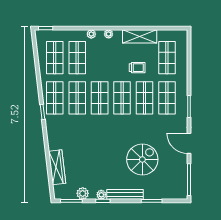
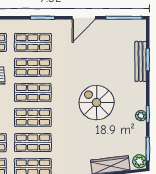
spiral stairs: (142, 159) -> (97, 103), moved
plant: (83, 193) -> (139, 161), moved
bench: (125, 194) -> (141, 61), moved

